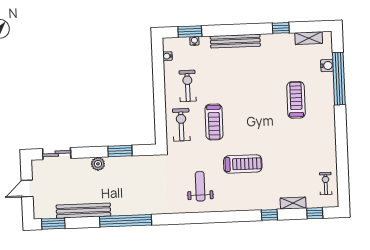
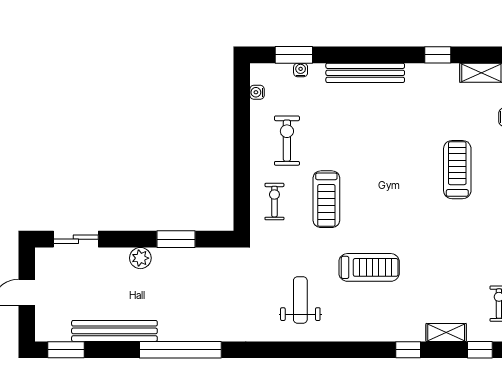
exercise bike: (181, 125) -> (274, 202), width x0.73, depth x0.72

